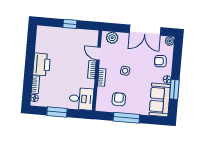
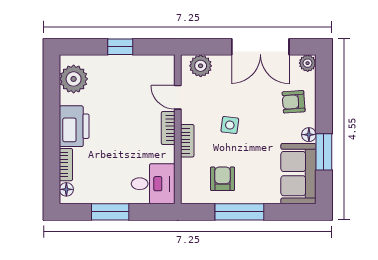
plant: (43, 39) -> (74, 79), added

